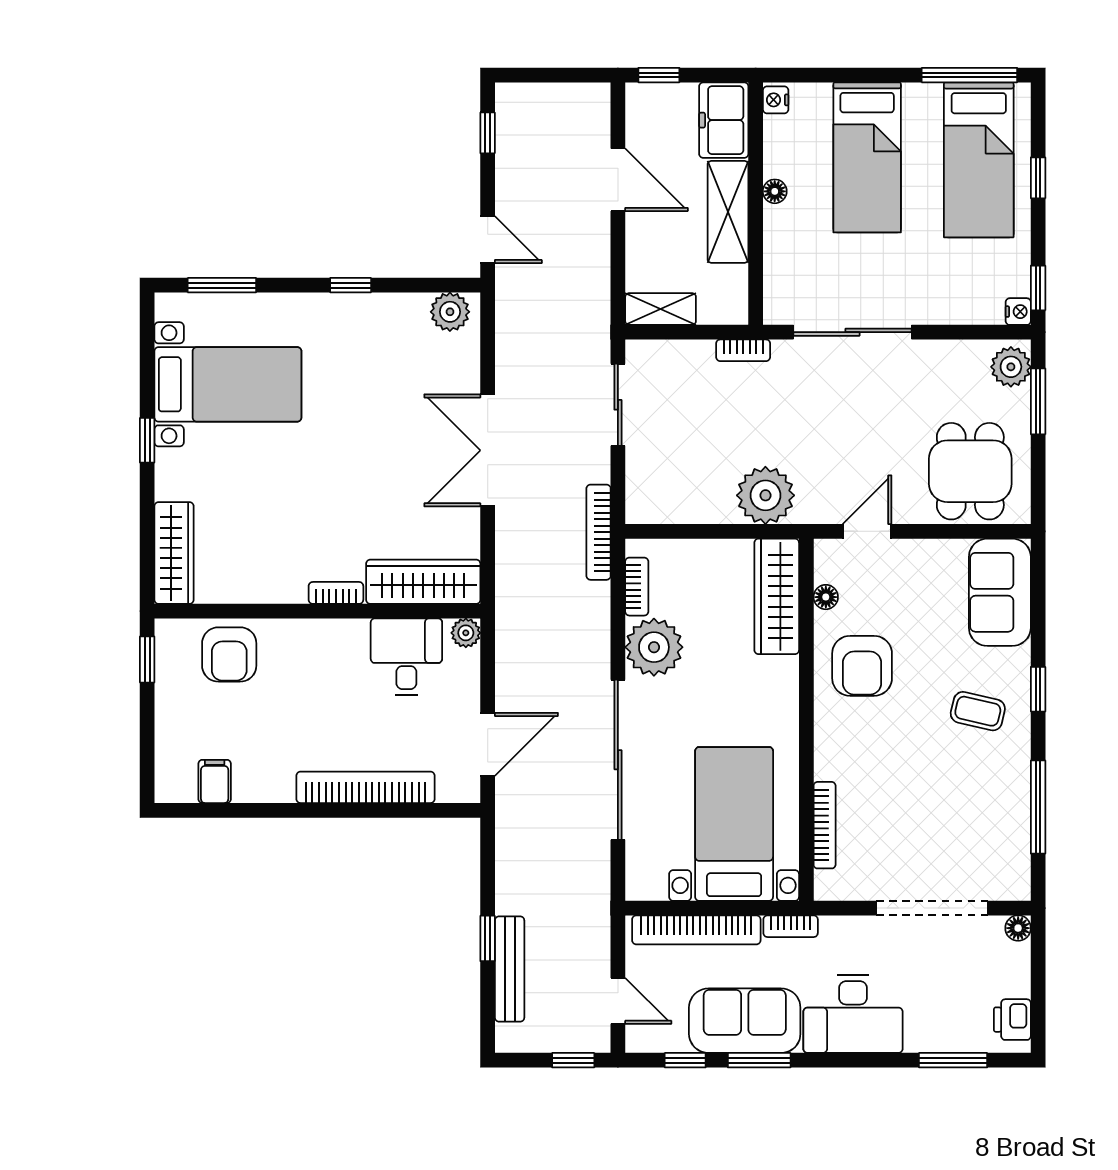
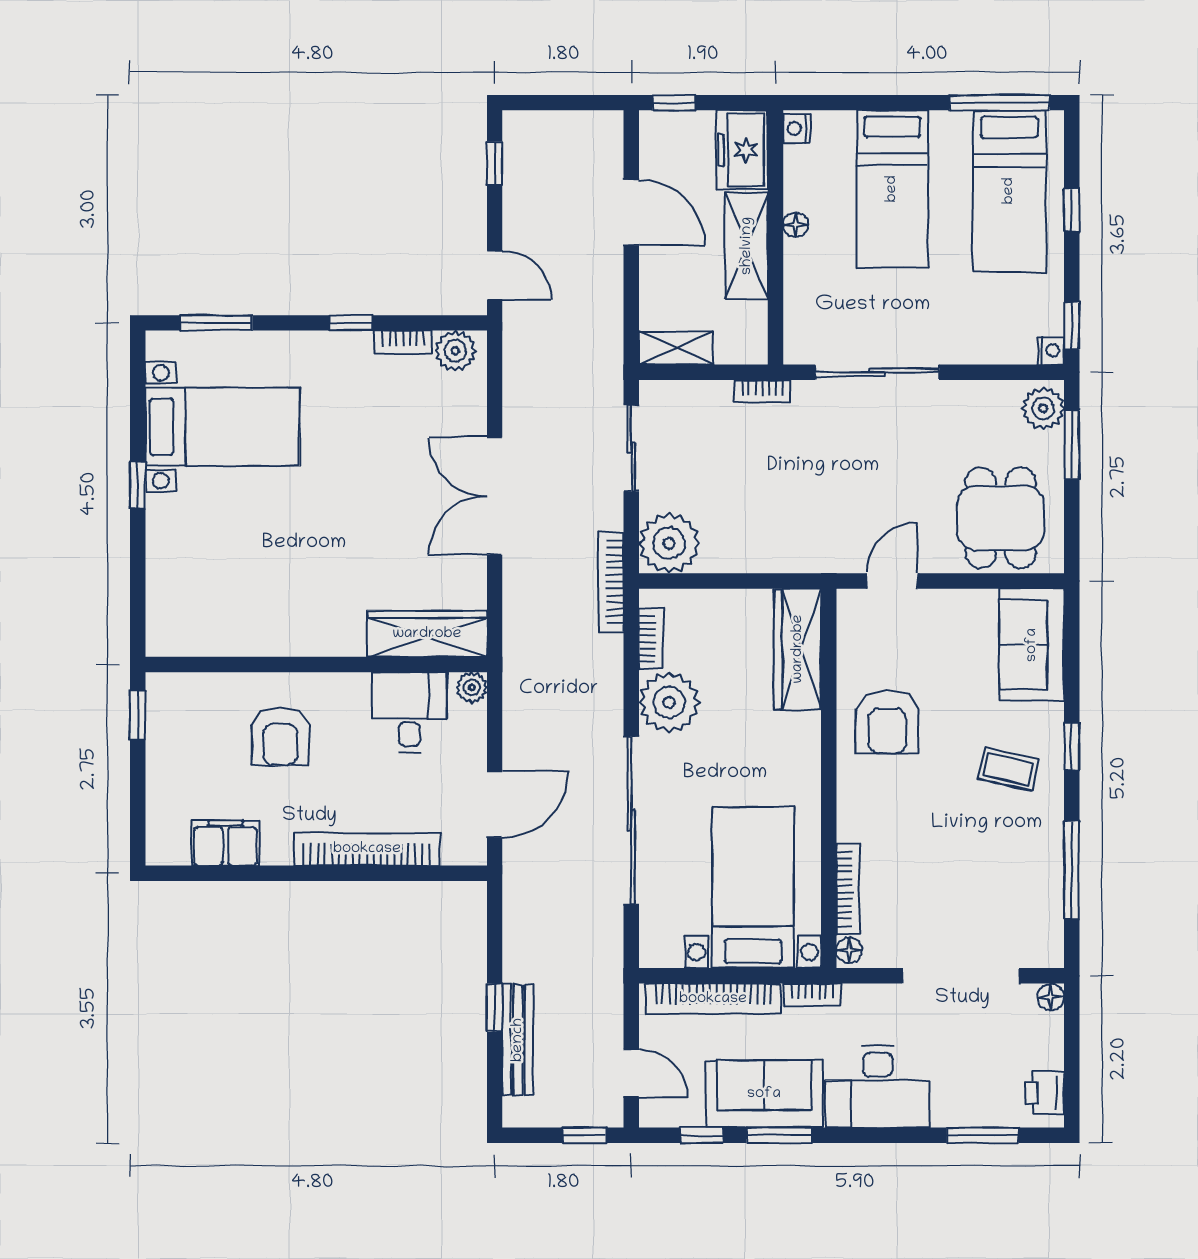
plant: (765, 495) -> (669, 543), moved
wardrobe: (174, 553) -> (166, 604), removed
bookcase: (336, 593) -> (403, 342), moved, turned 180
floor lamp: (826, 597) -> (849, 950), moved
armchair: (229, 654) -> (280, 737), moved
filing cabinet: (215, 781) -> (226, 843), width x2.00

